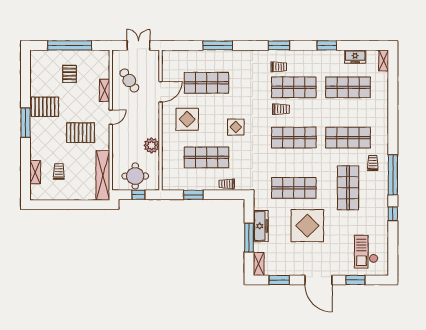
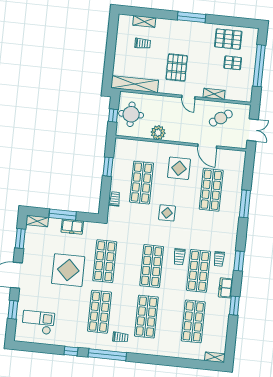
freezer: (355, 57) -> (226, 288), moved
pallet: (45, 107) -> (228, 39), moved, turned 90
shop shelf: (348, 188) -> (100, 312), turned 90
freezer: (261, 226) -> (72, 227), width x0.71

